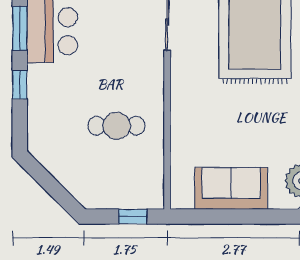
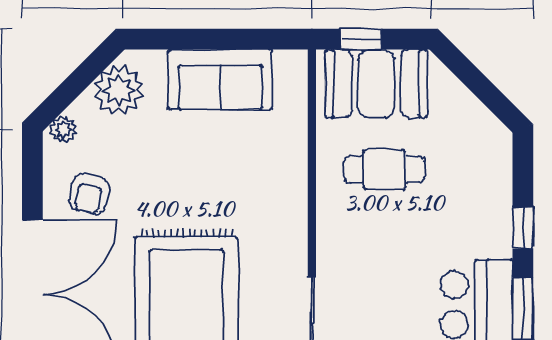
booth: (122, 186) -> (376, 84), added

